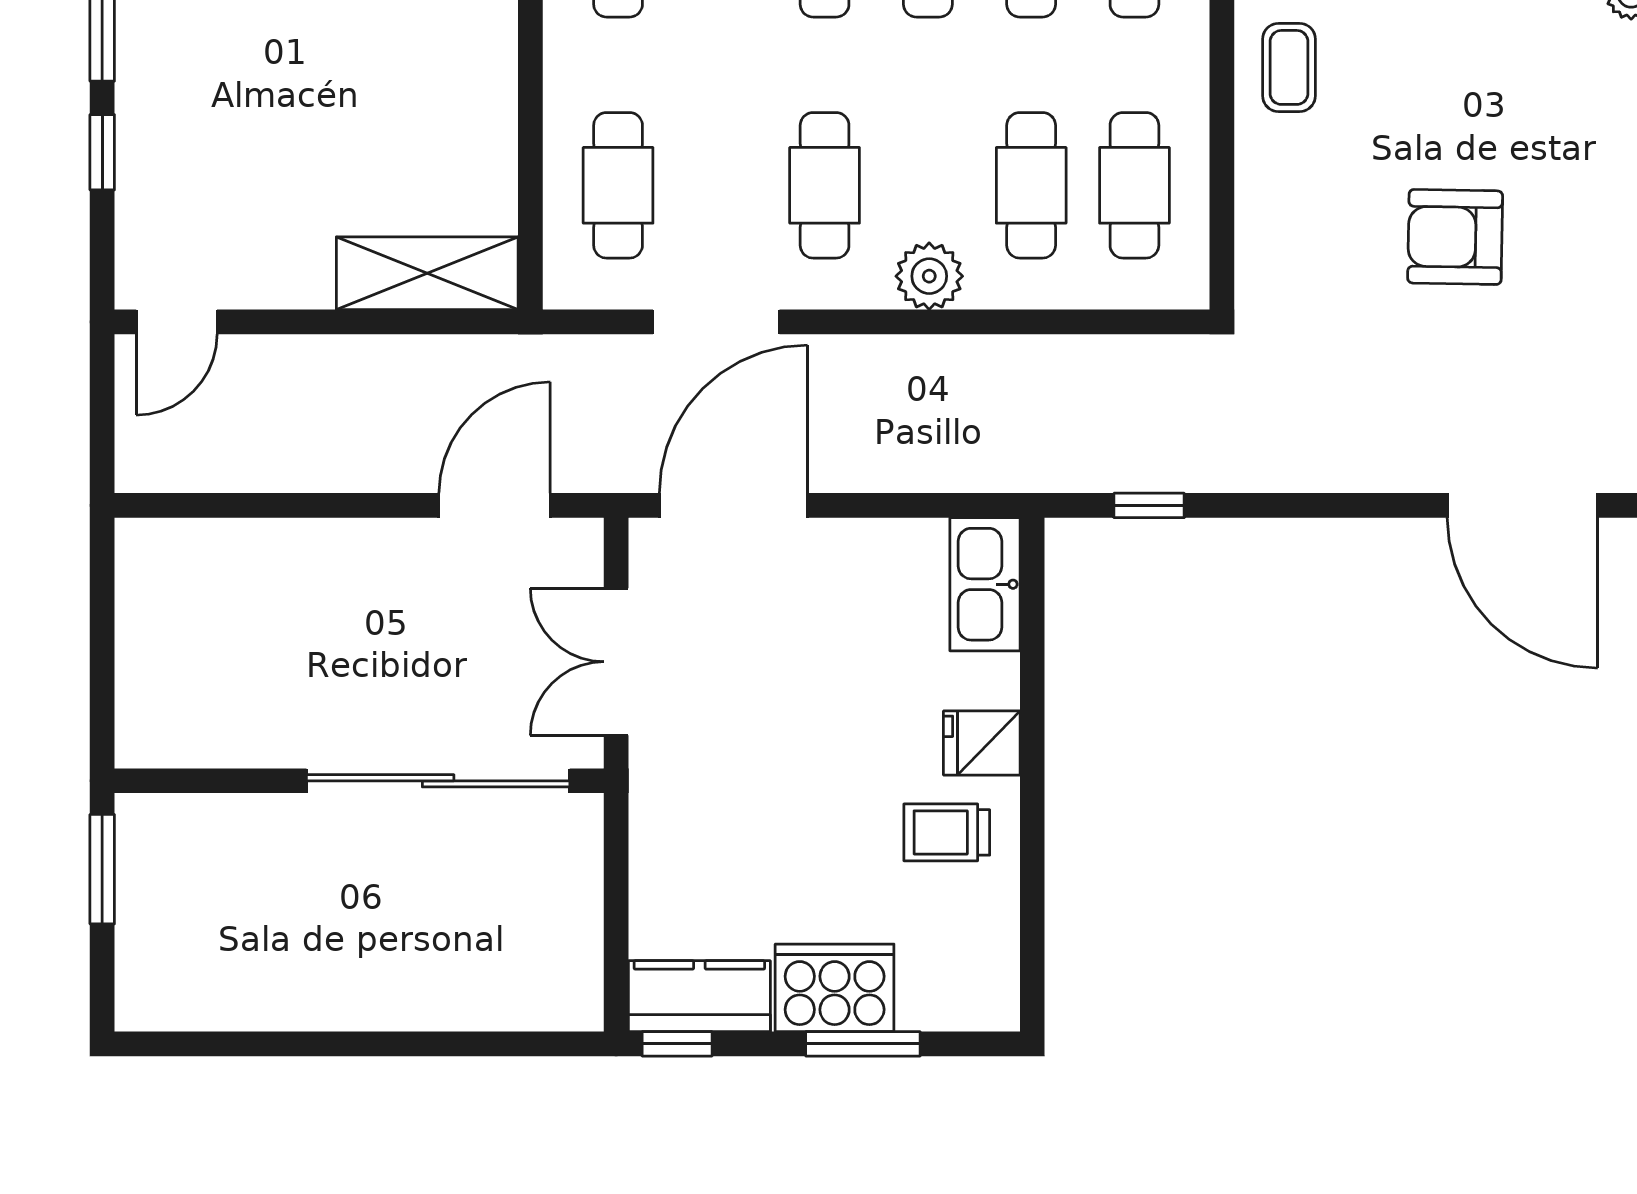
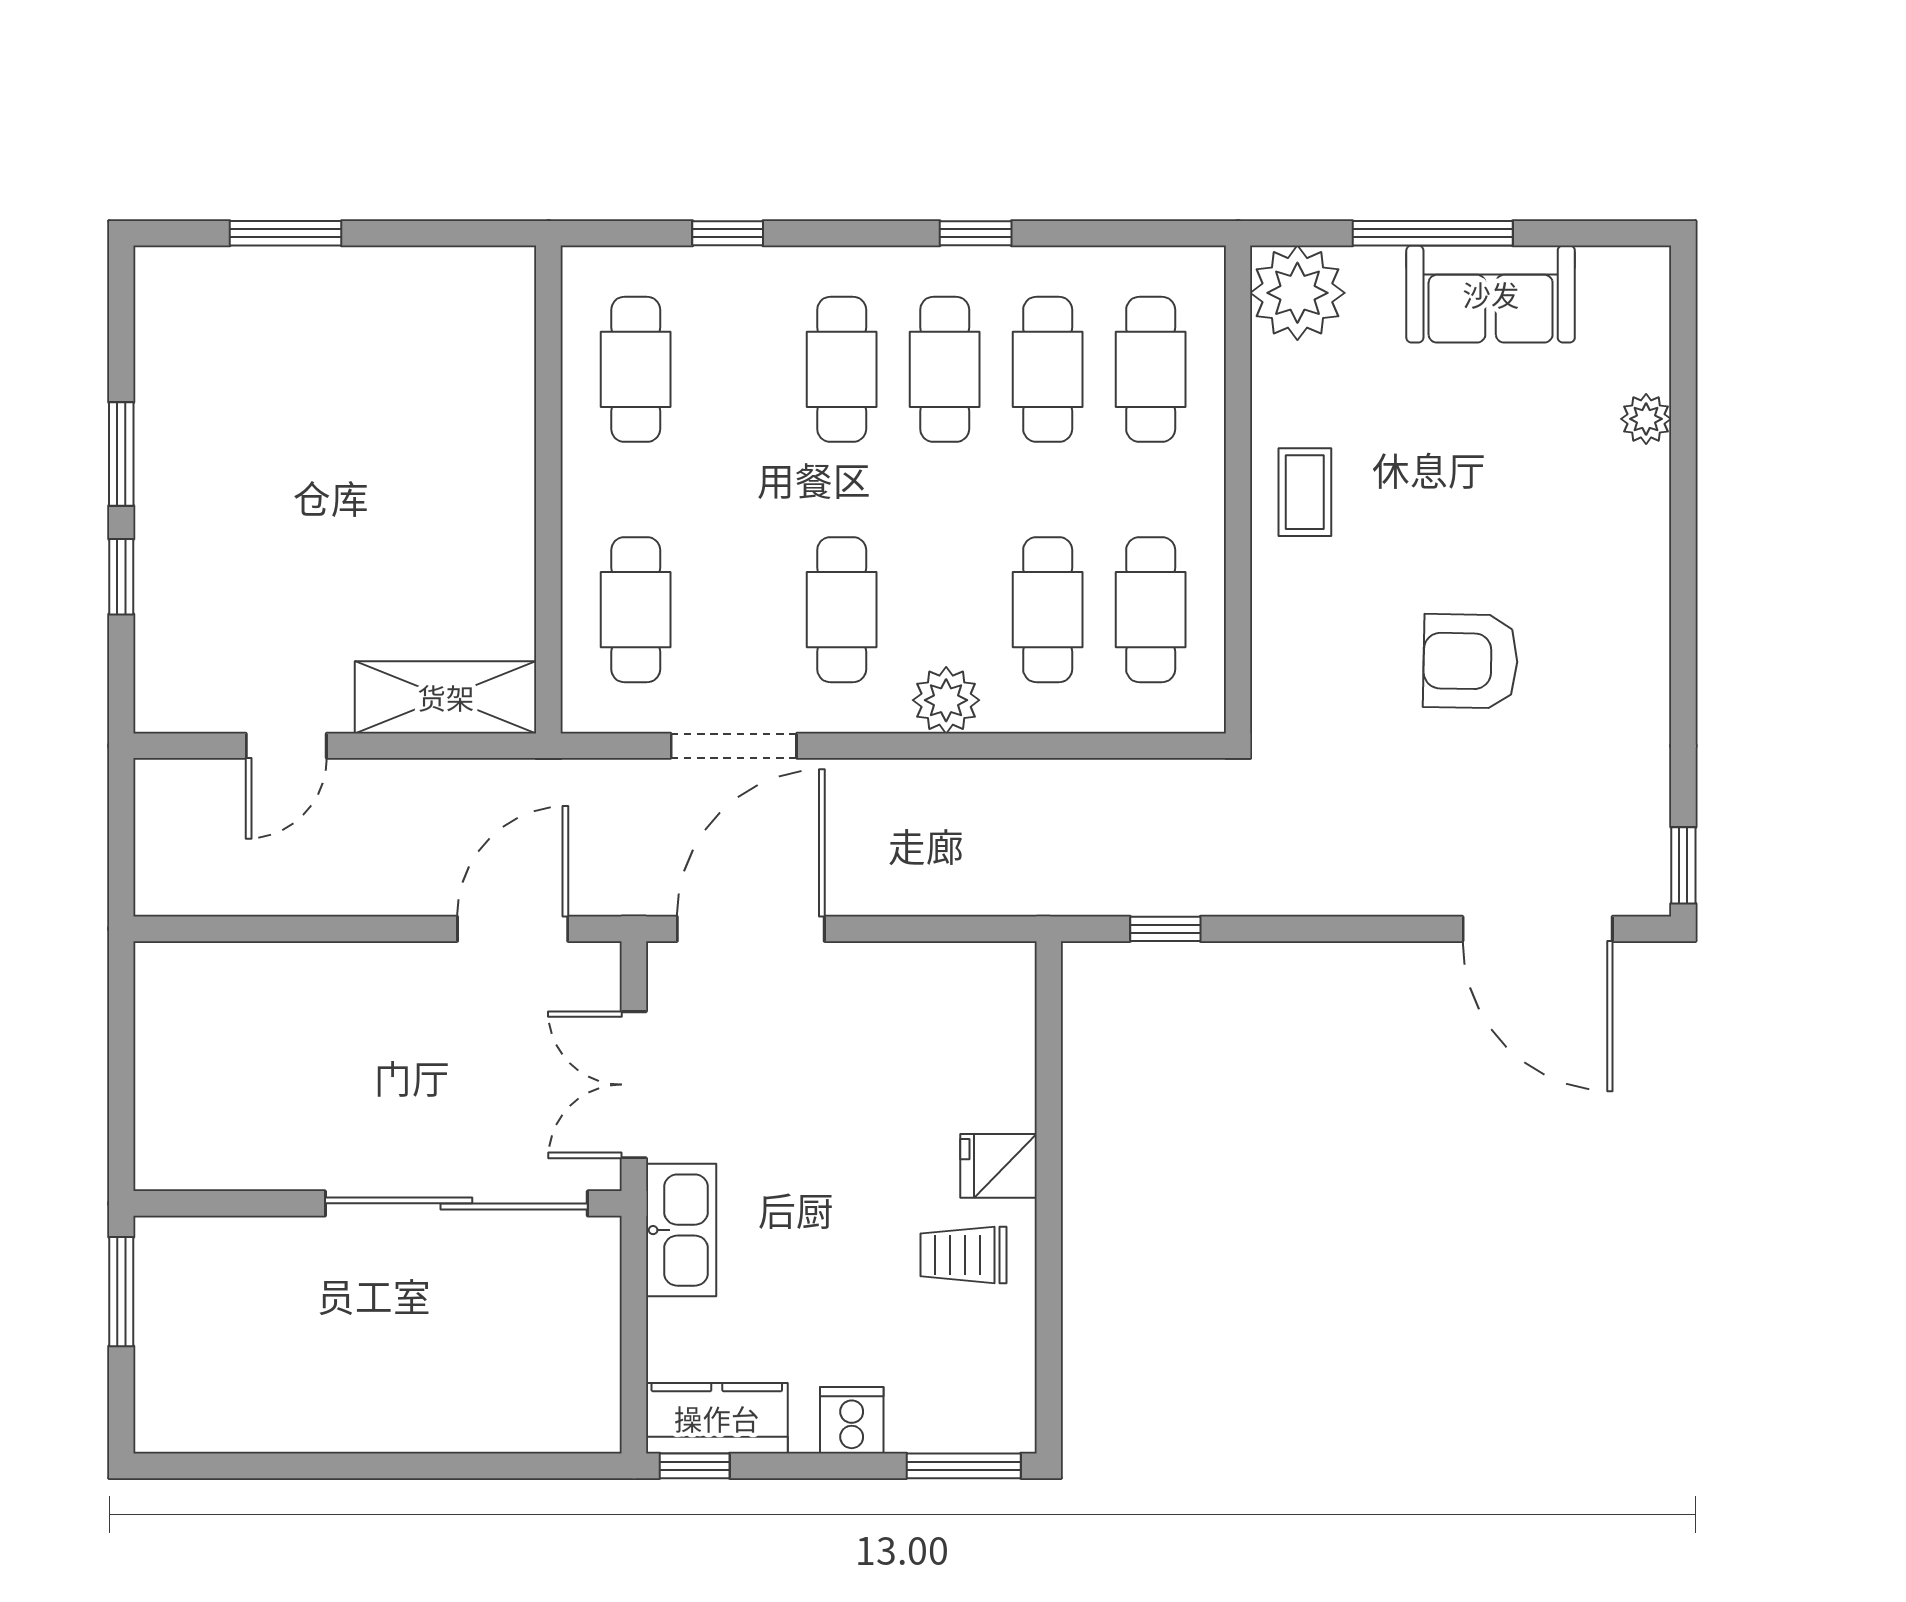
door: (177, 322) -> (286, 746), moved
kitchen sink: (985, 584) -> (681, 1230), moved, turned 180
cooker: (835, 988) -> (852, 1420), width x0.53, depth x0.76
window: (863, 1044) -> (964, 1466), moved

